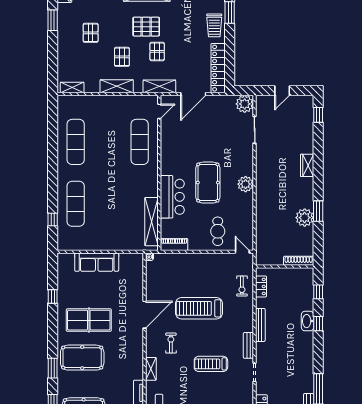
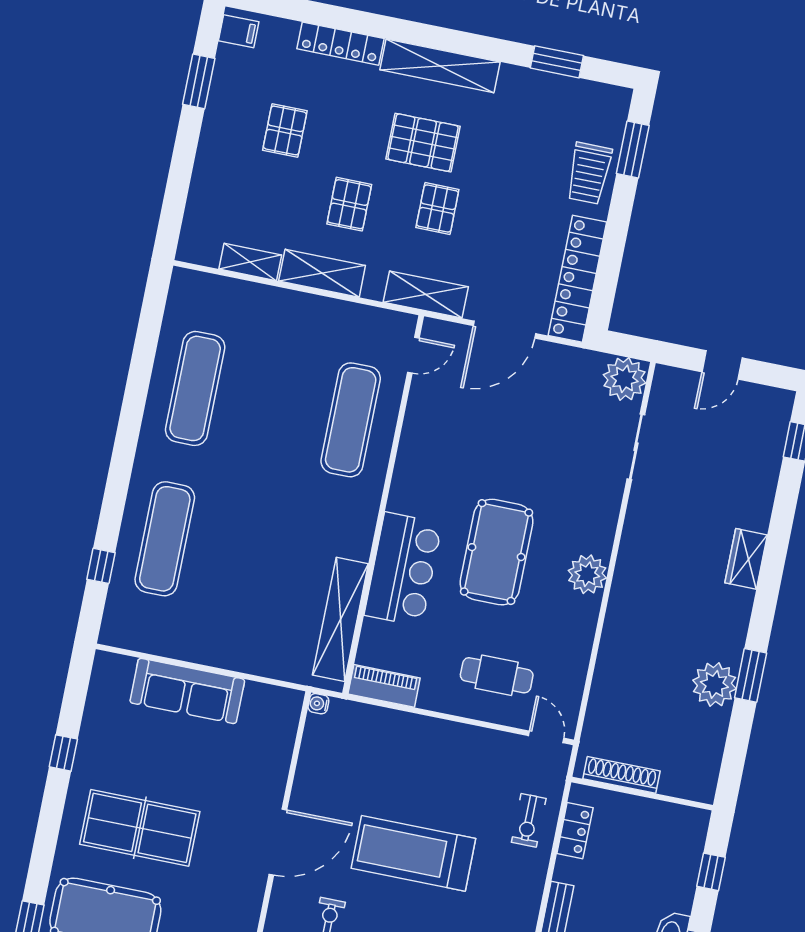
shelving: (72, 88) -> (250, 262), moved
cafe table: (218, 231) -> (497, 675), turned 90
shoe rack: (299, 261) -> (621, 775), moved

